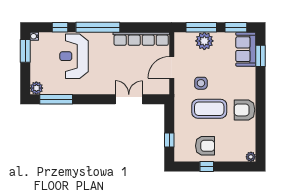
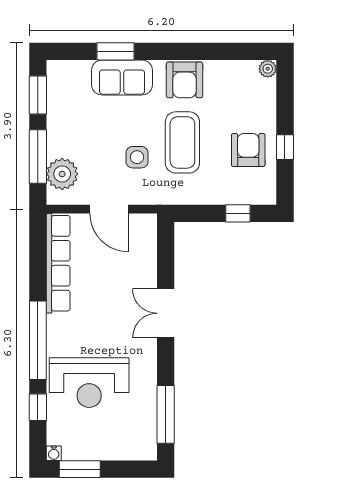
plant: (204, 41) -> (62, 174), moved
sofa: (246, 49) -> (122, 77), moved
window: (261, 56) -> (116, 51), moved
plant: (36, 88) -> (146, 449), removed
double door: (129, 99) -> (166, 313), moved

